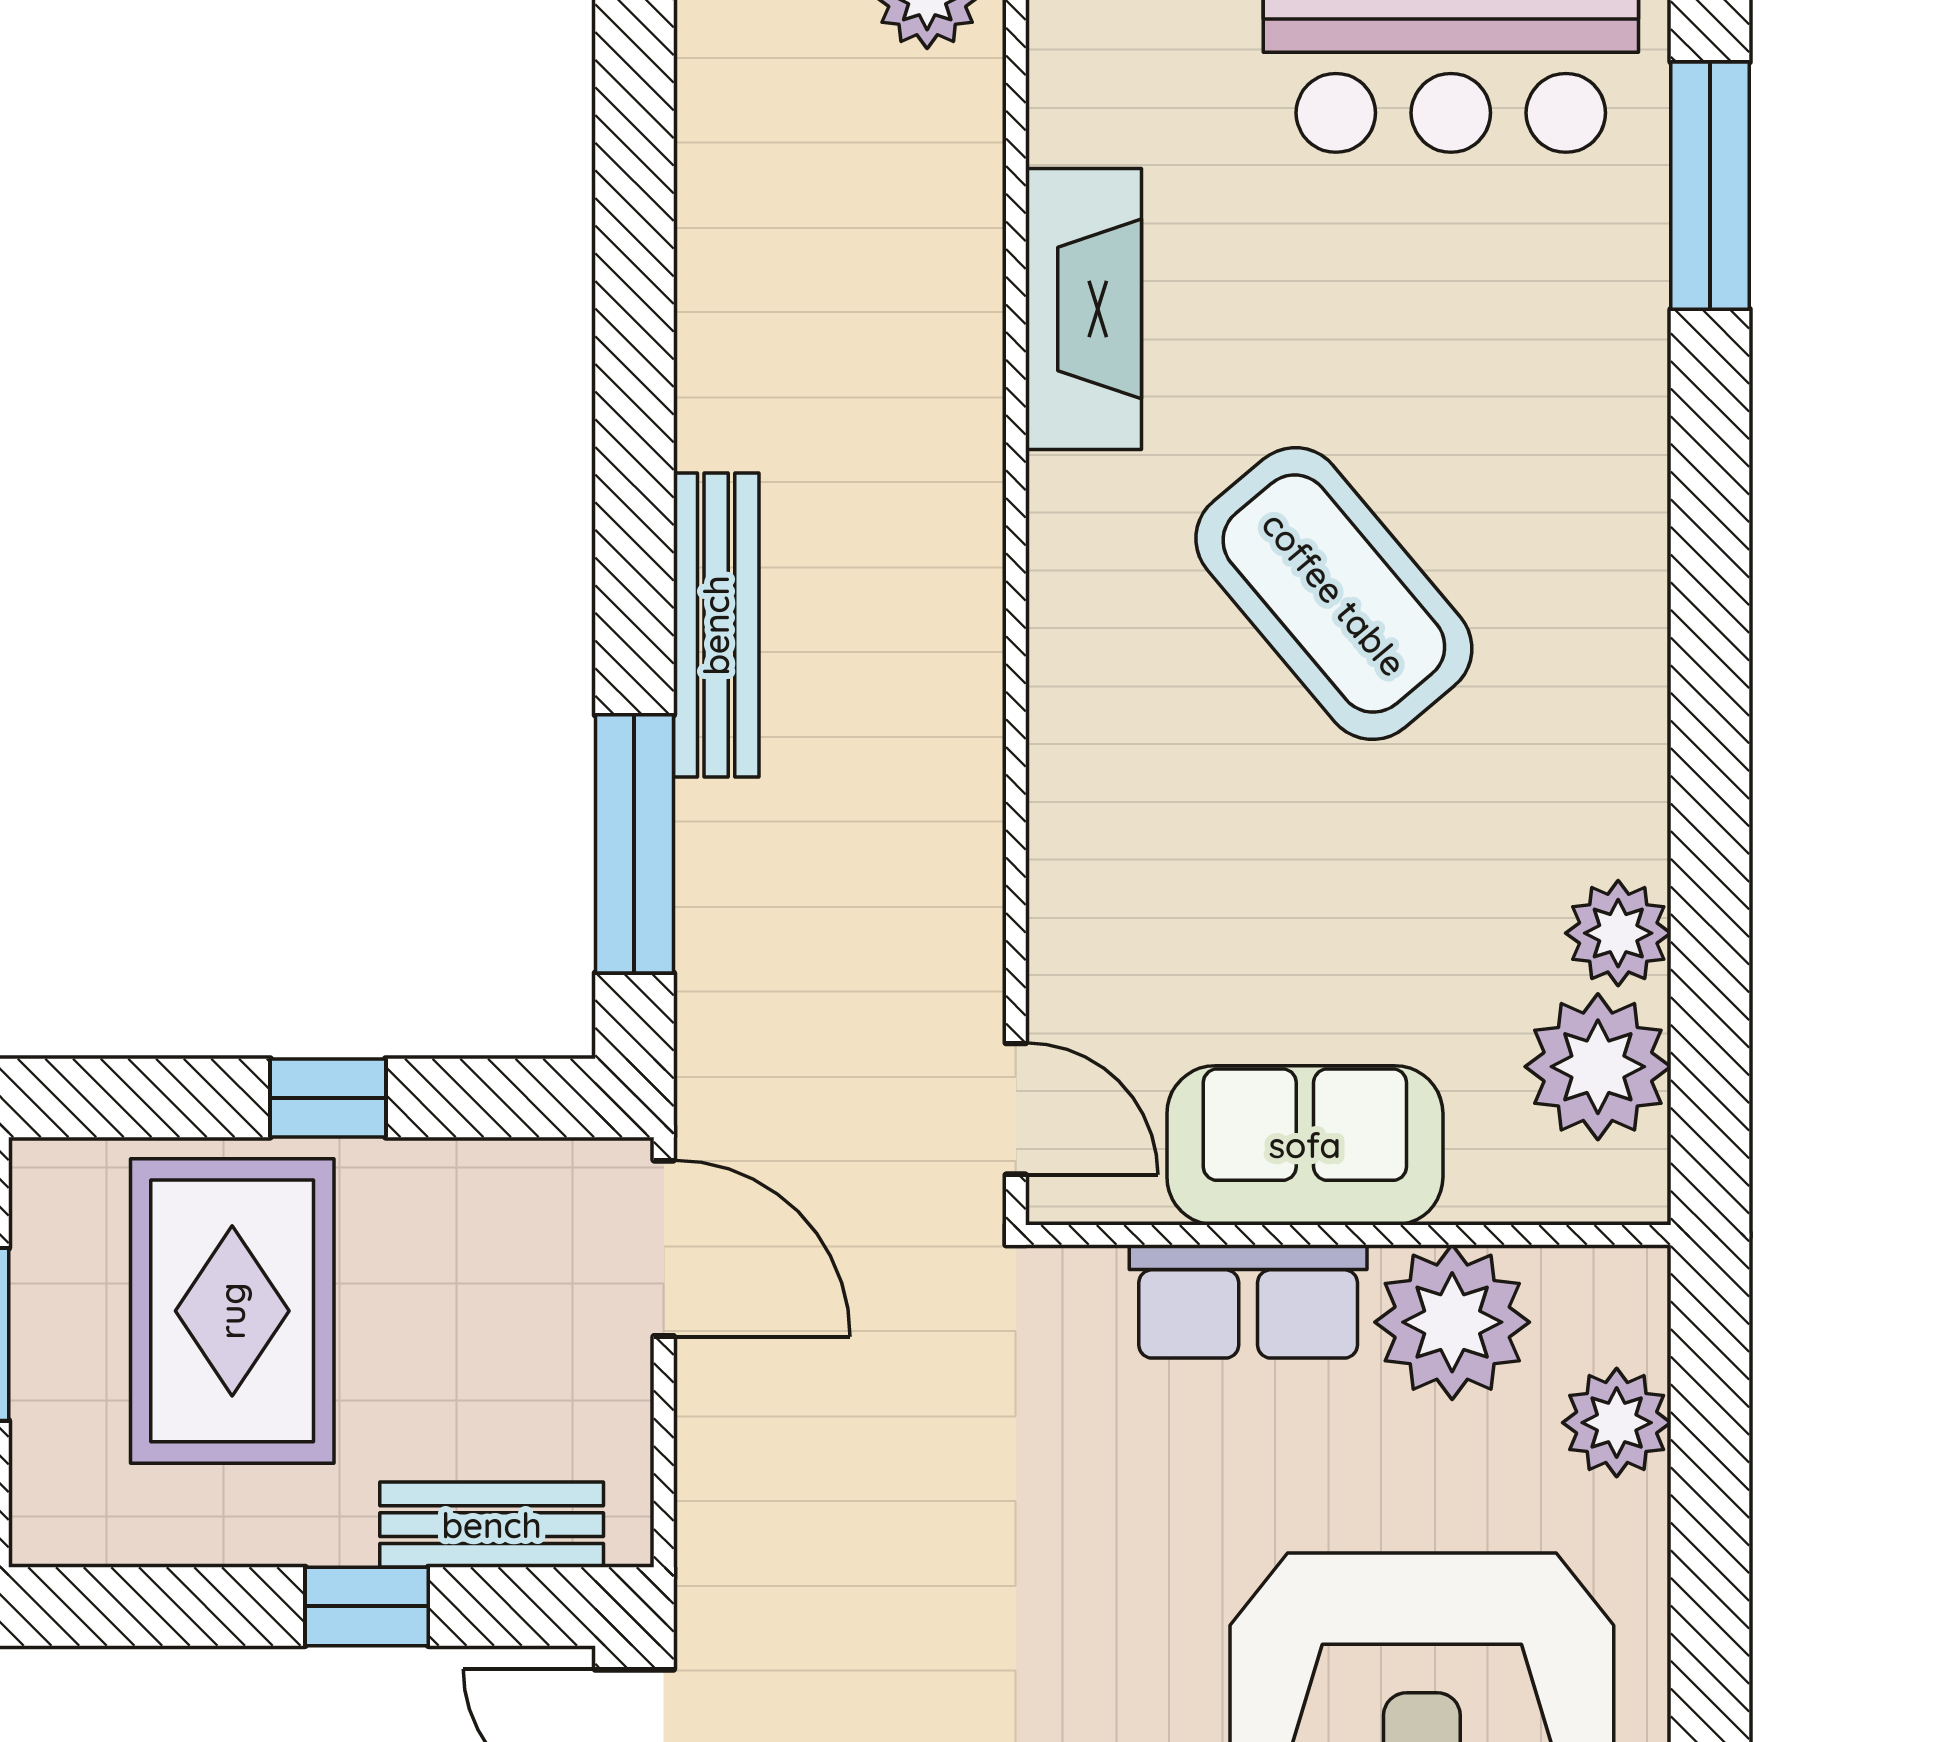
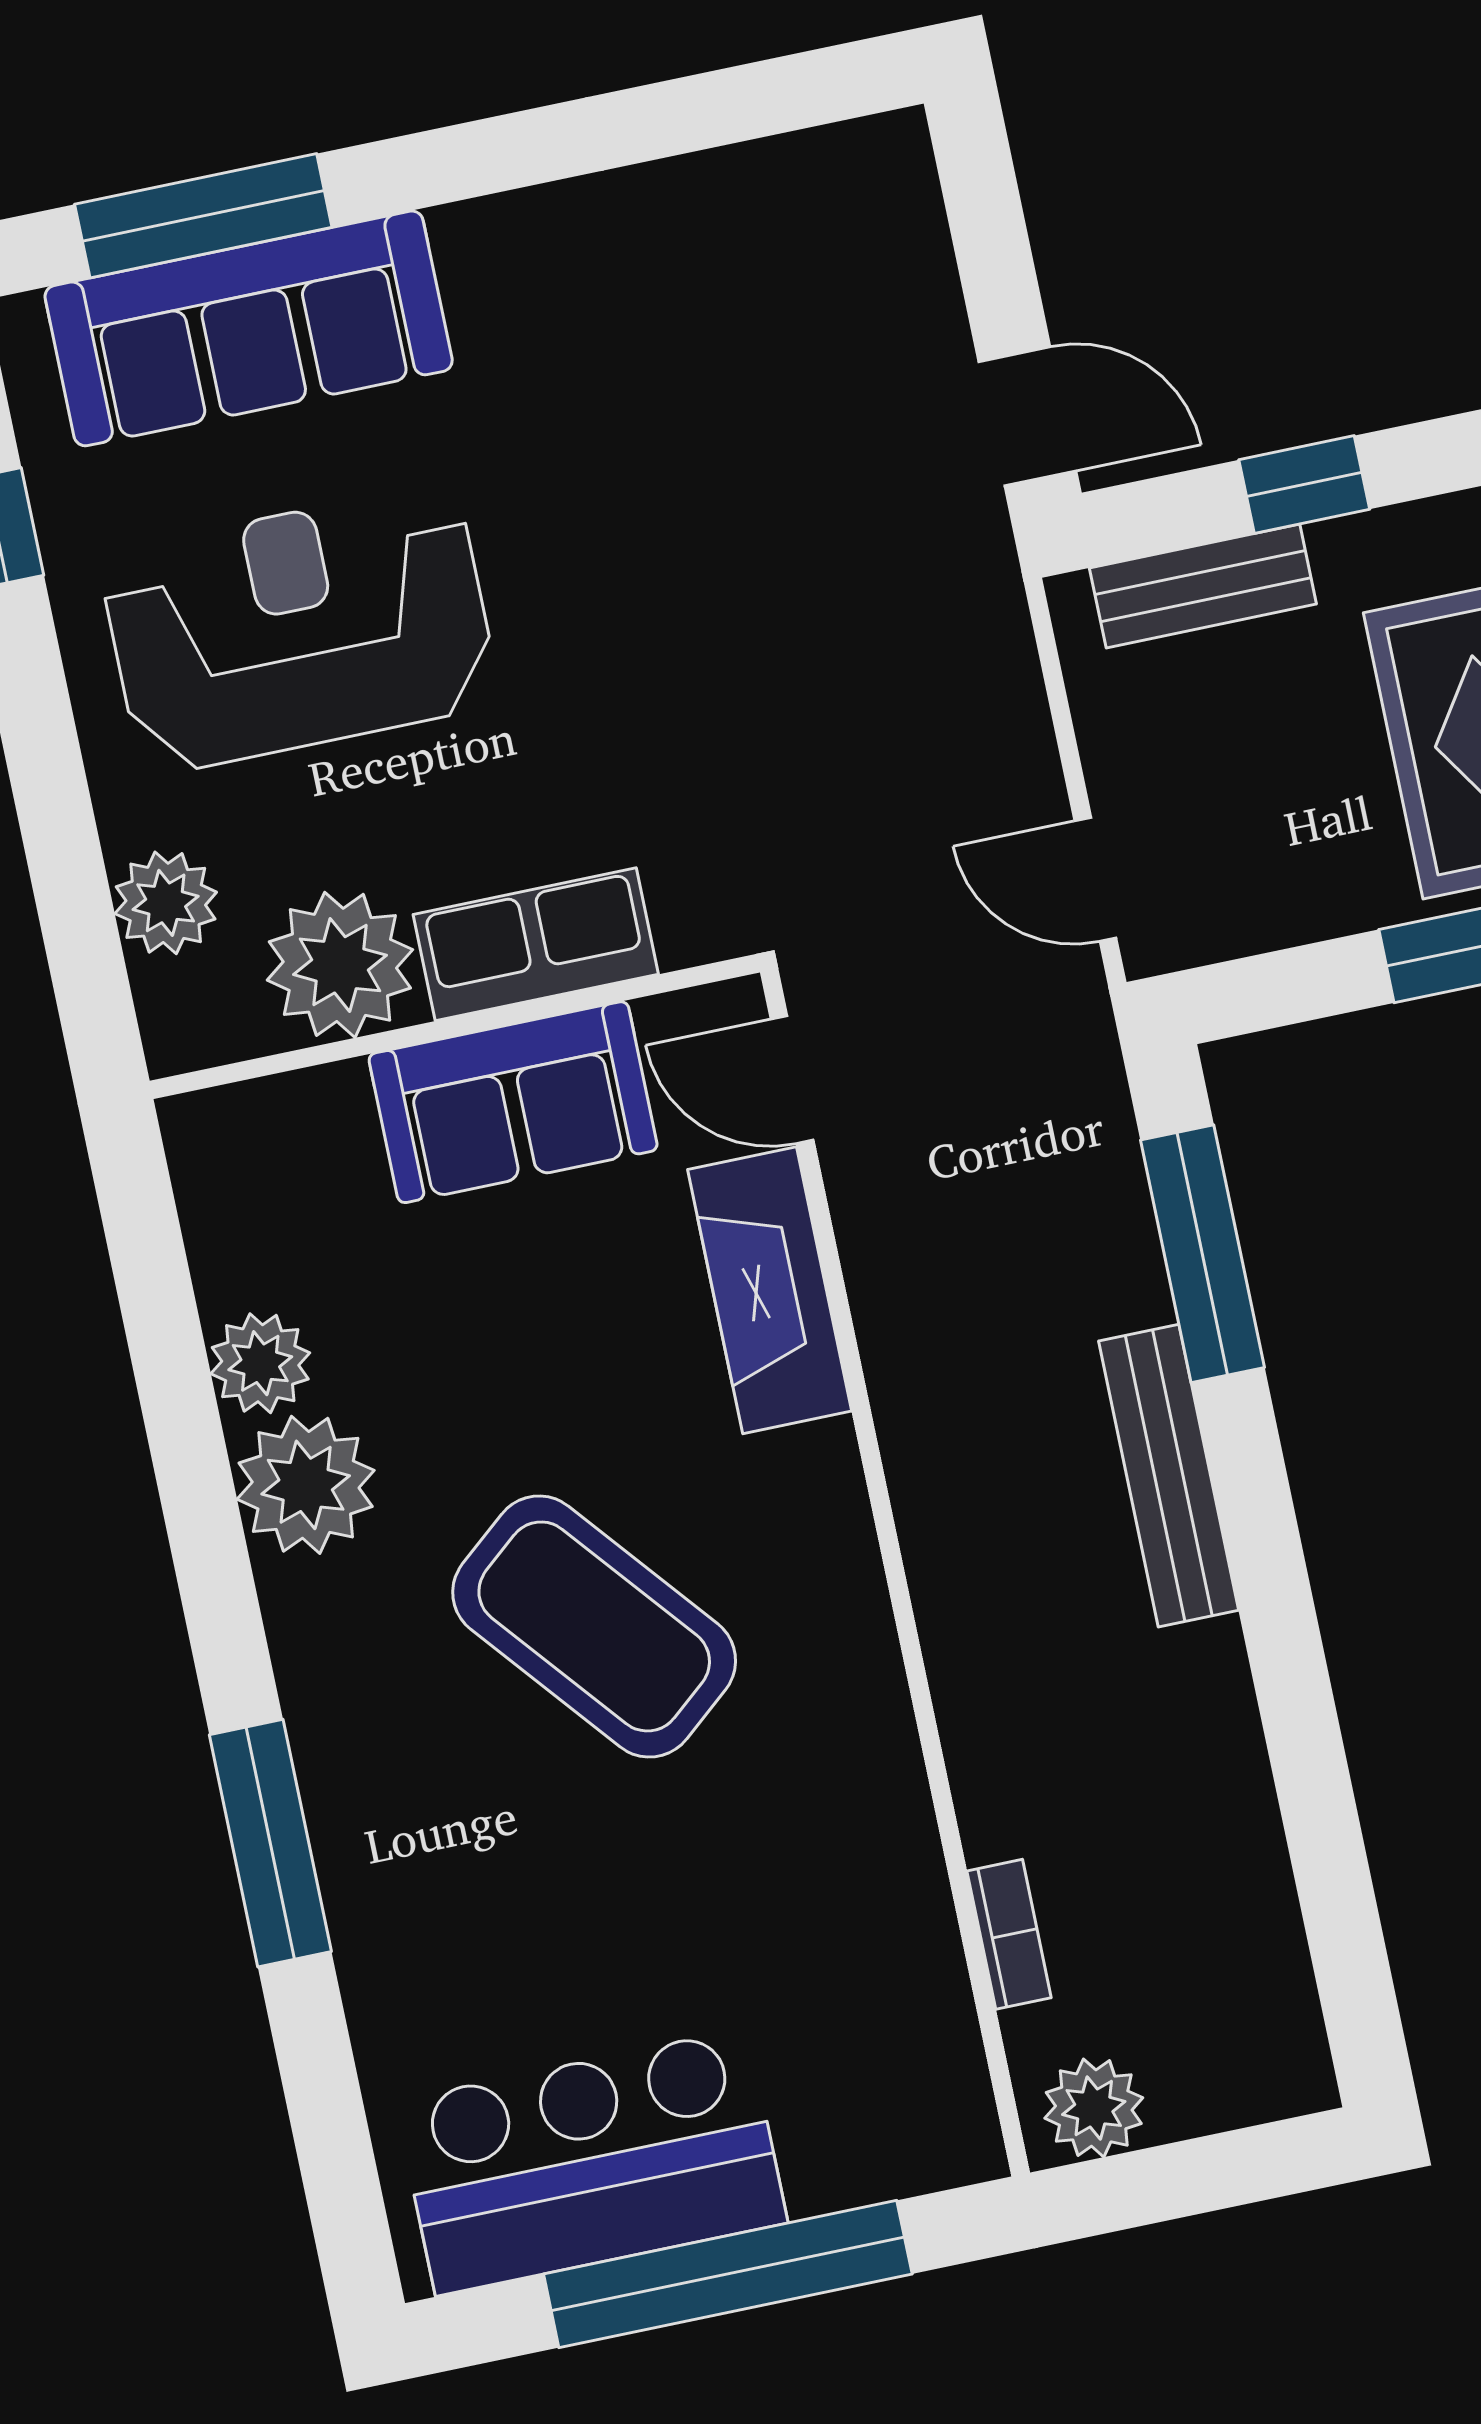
window: (1710, 186) -> (270, 1843), moved
bookcase: (977, 191) -> (1009, 1934), added
fireplace: (1083, 309) -> (770, 1290), moved
plant: (1598, 1067) -> (306, 1485), moved
door: (664, 1248) -> (1095, 880), width x0.73

